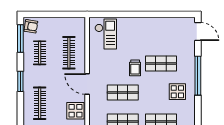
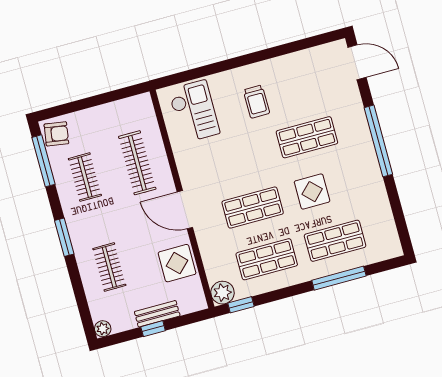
trolley: (135, 68) -> (256, 102), moved
display table: (177, 92) -> (312, 192), moved
clothes rail: (40, 103) -> (109, 267), width x0.73

